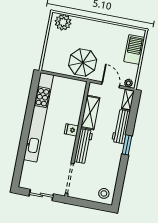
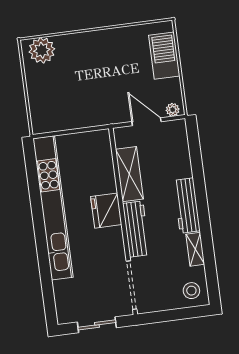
parasol: (83, 63) -> (92, 102), removed
shelving: (128, 100) -> (195, 249), moved
workbench: (121, 126) -> (187, 206), moved
fridge: (71, 130) -> (106, 211), width x1.88, depth x1.34
window: (127, 145) -> (202, 205), removed

